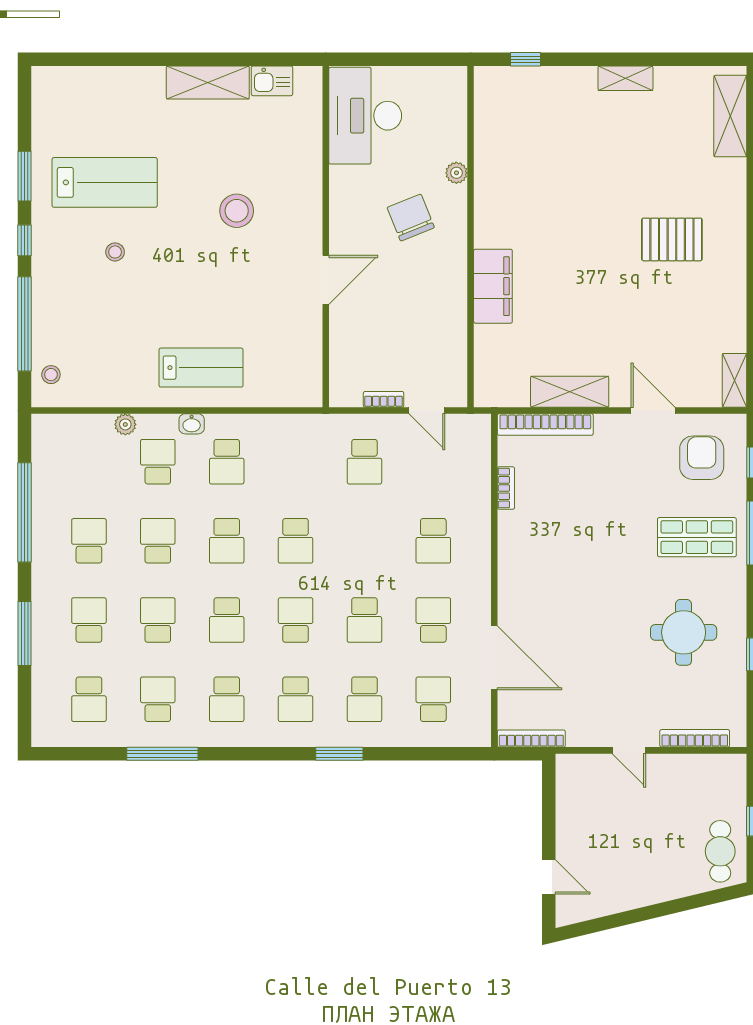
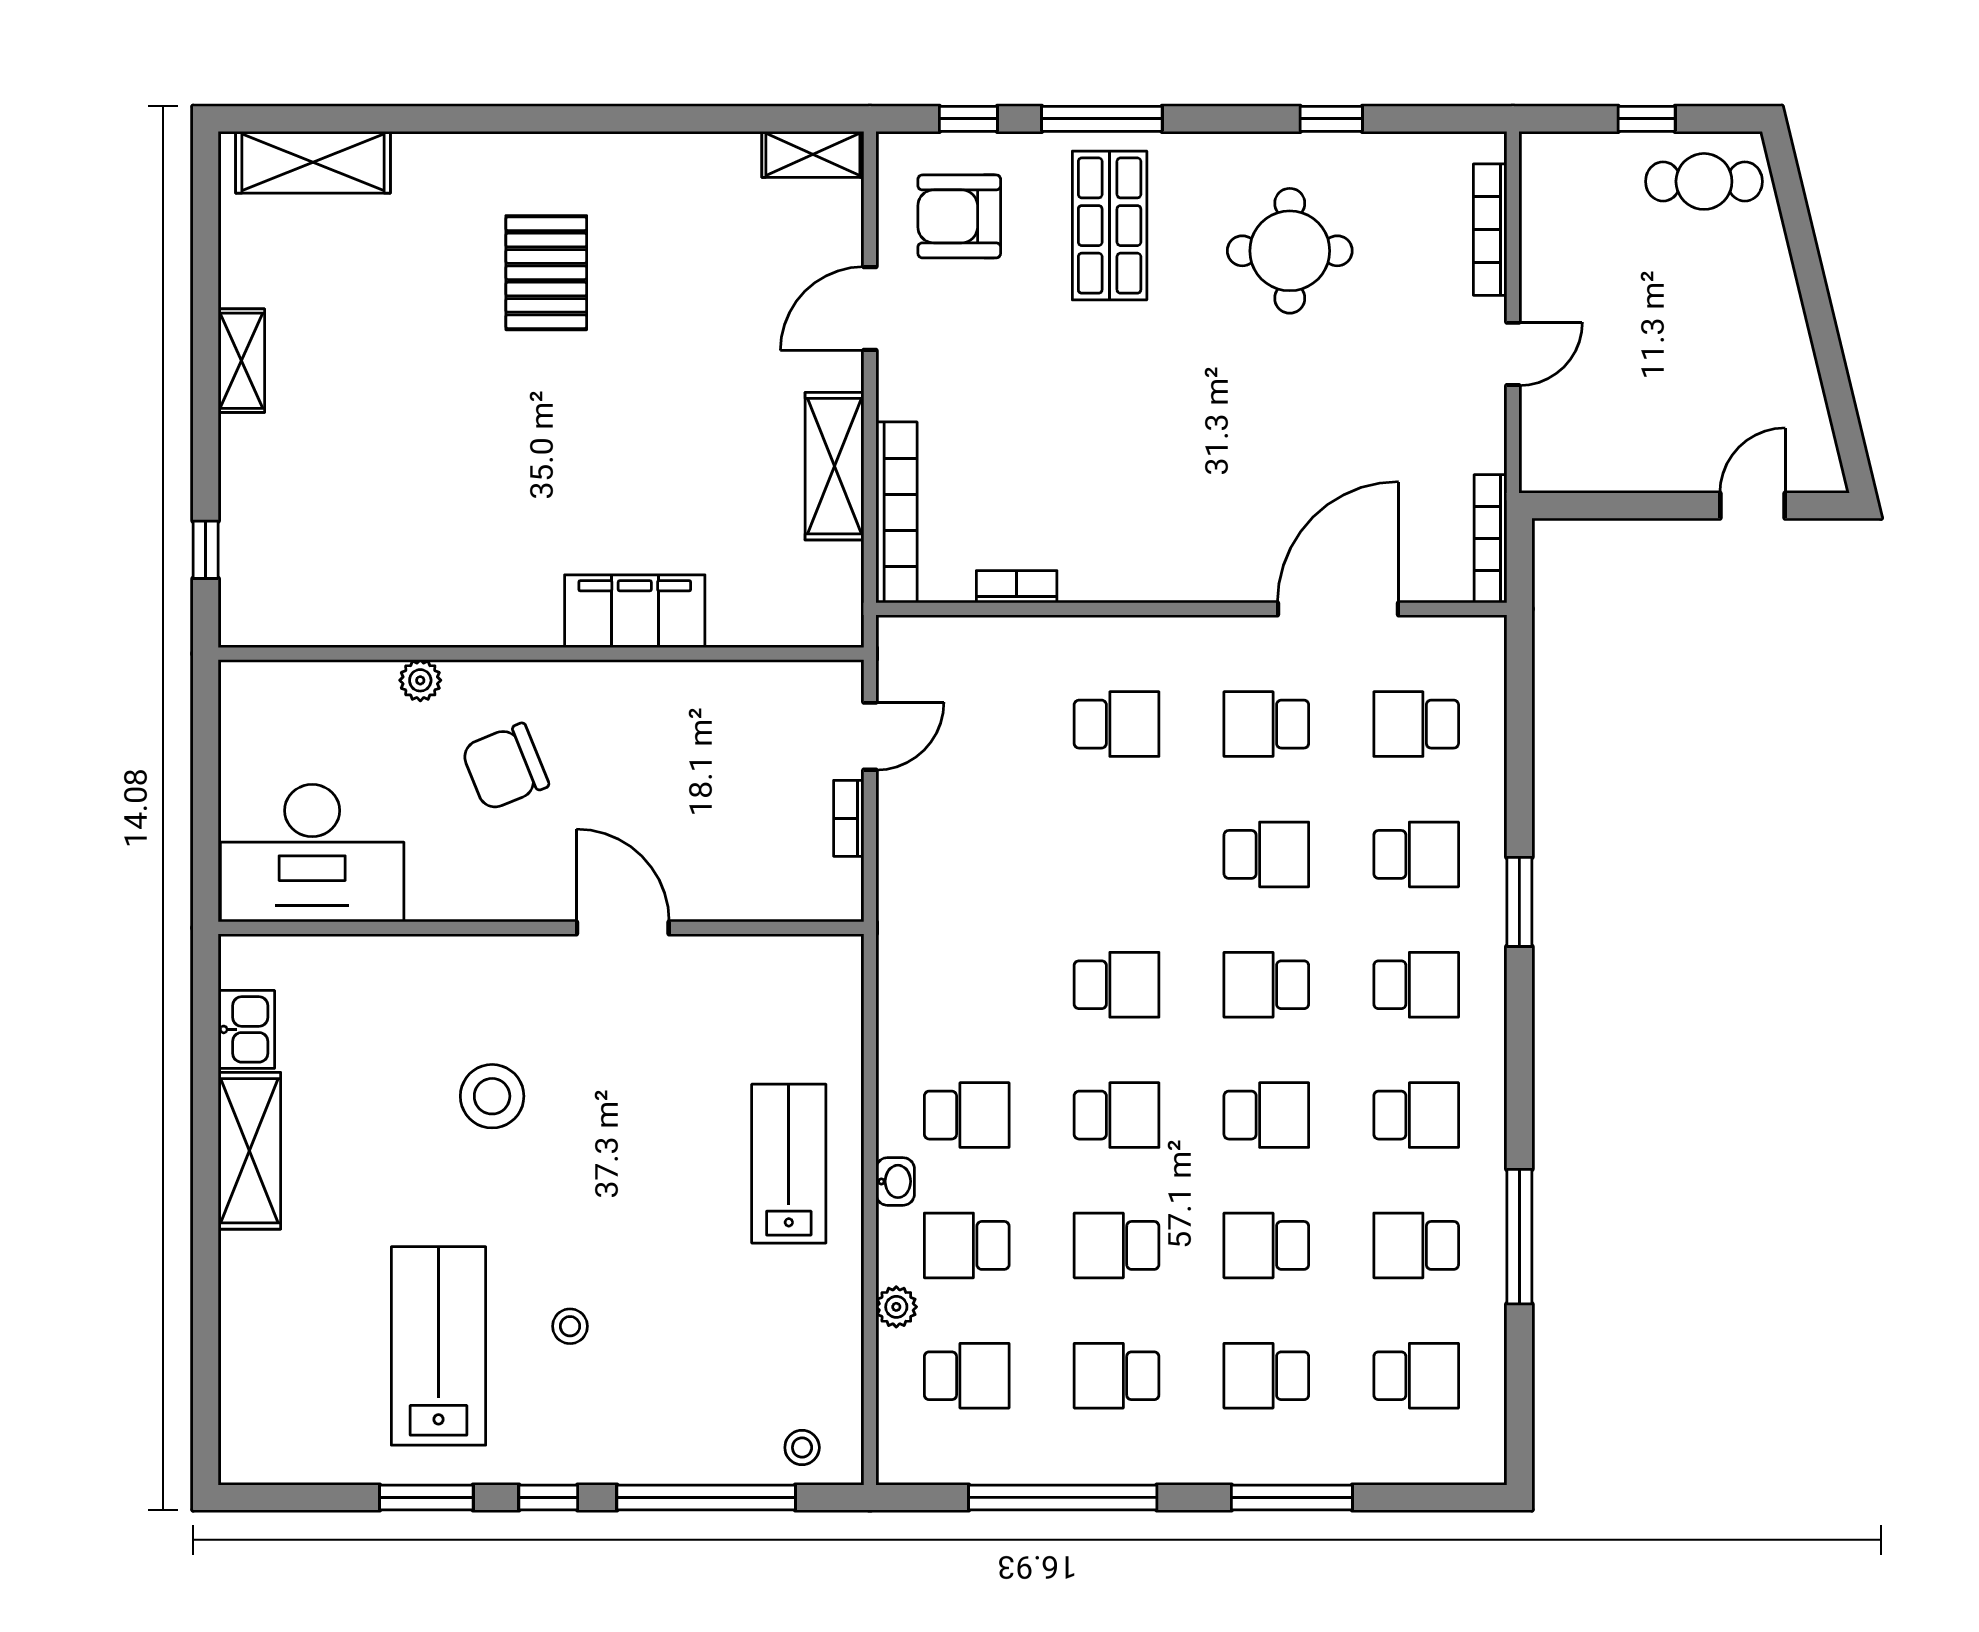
school desk: (364, 462) -> (967, 1376), moved

